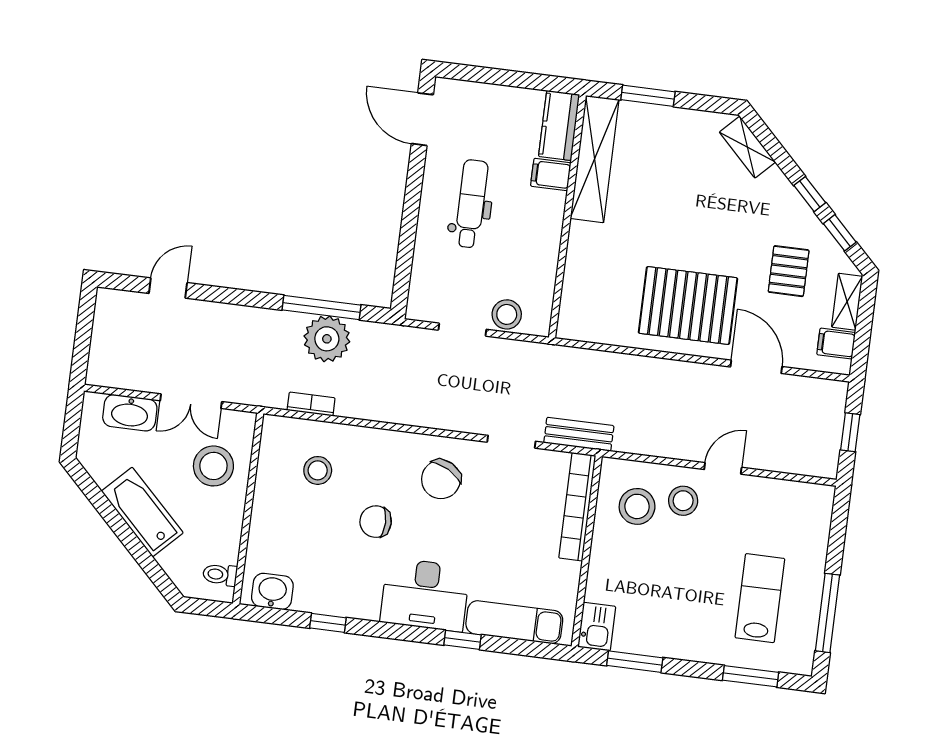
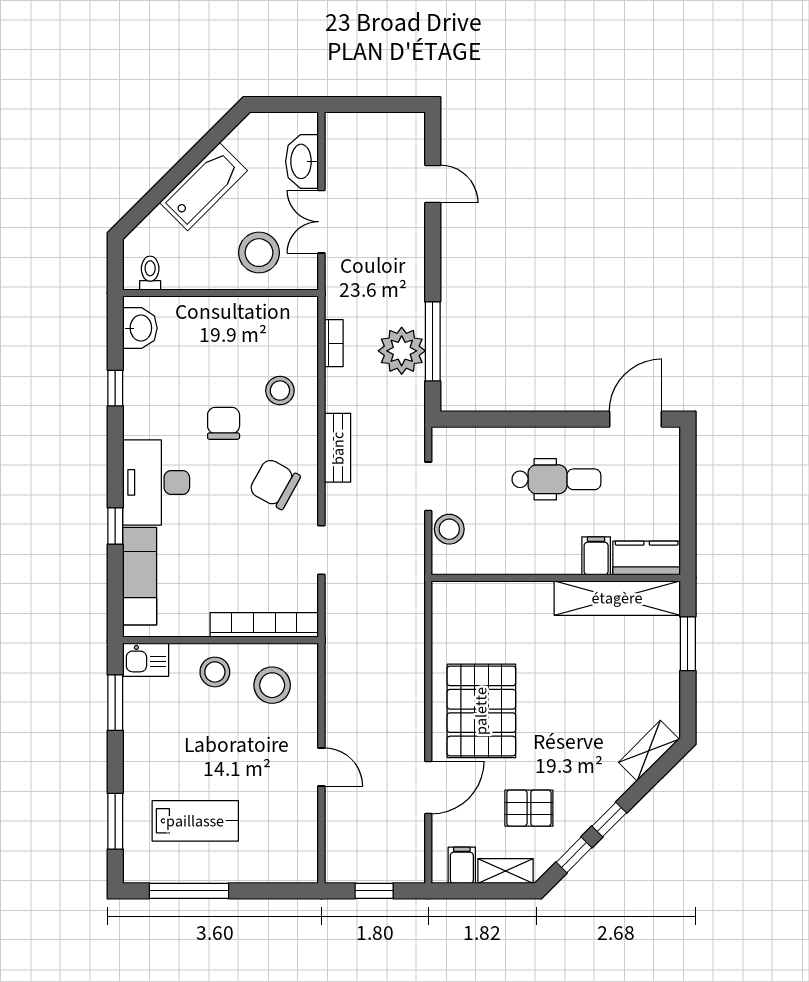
bench: (579, 434) -> (338, 448), moved
stool: (318, 470) -> (280, 391), moved
stool: (683, 501) -> (215, 672), moved

